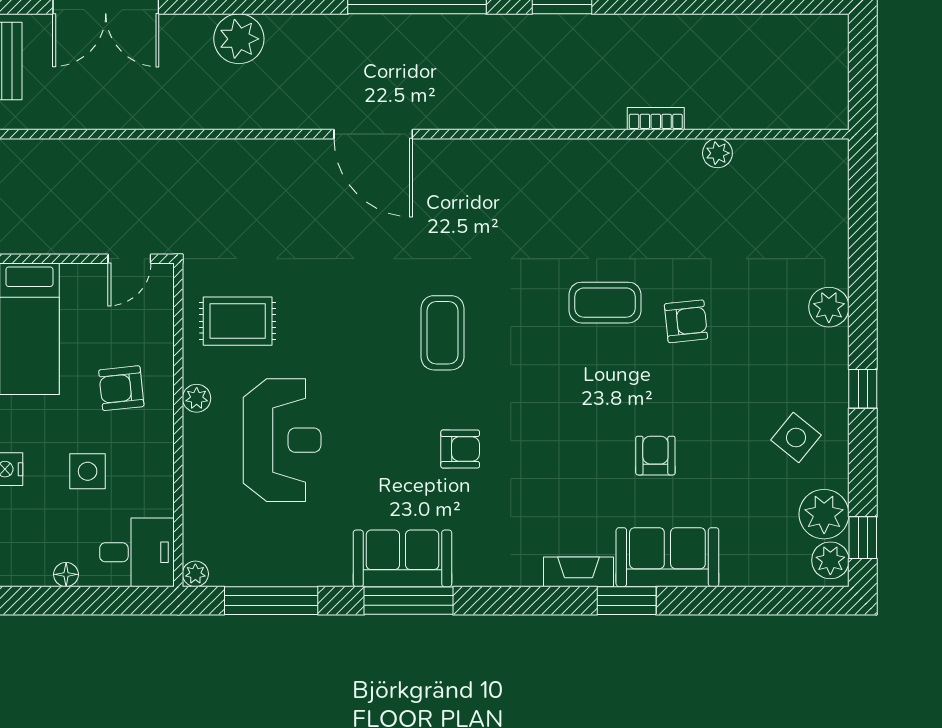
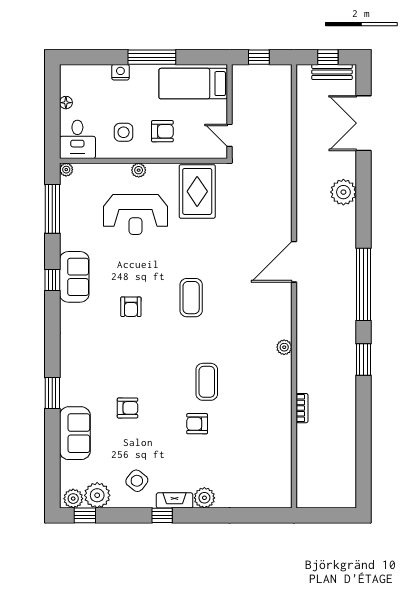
plant: (717, 153) -> (284, 347), moved
rug: (238, 321) -> (197, 191), width x1.36, depth x1.43
armchair: (686, 321) -> (197, 424), turned 96
coffee table: (442, 333) -> (191, 298), turned 90
armchair: (121, 388) -> (162, 131), turned 96
plant: (197, 398) -> (139, 170), moved
side table: (88, 471) -> (124, 132), moved
sofa: (667, 557) -> (75, 433), moved
fireplace: (579, 572) -> (175, 500), moved, turned -90
window: (409, 601) -> (52, 280), width x0.46

